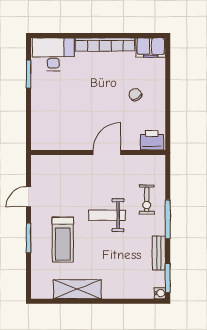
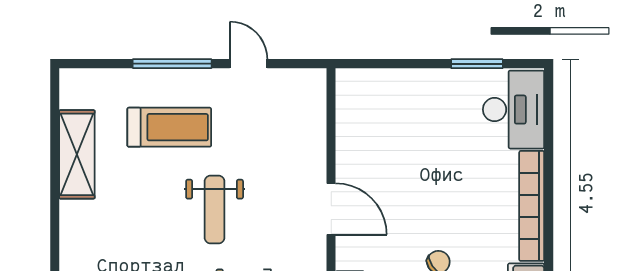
weight bench: (107, 215) -> (215, 210), turned 180
window: (29, 238) -> (172, 64), width x1.44
treadmill: (63, 240) -> (169, 127), turned 180

